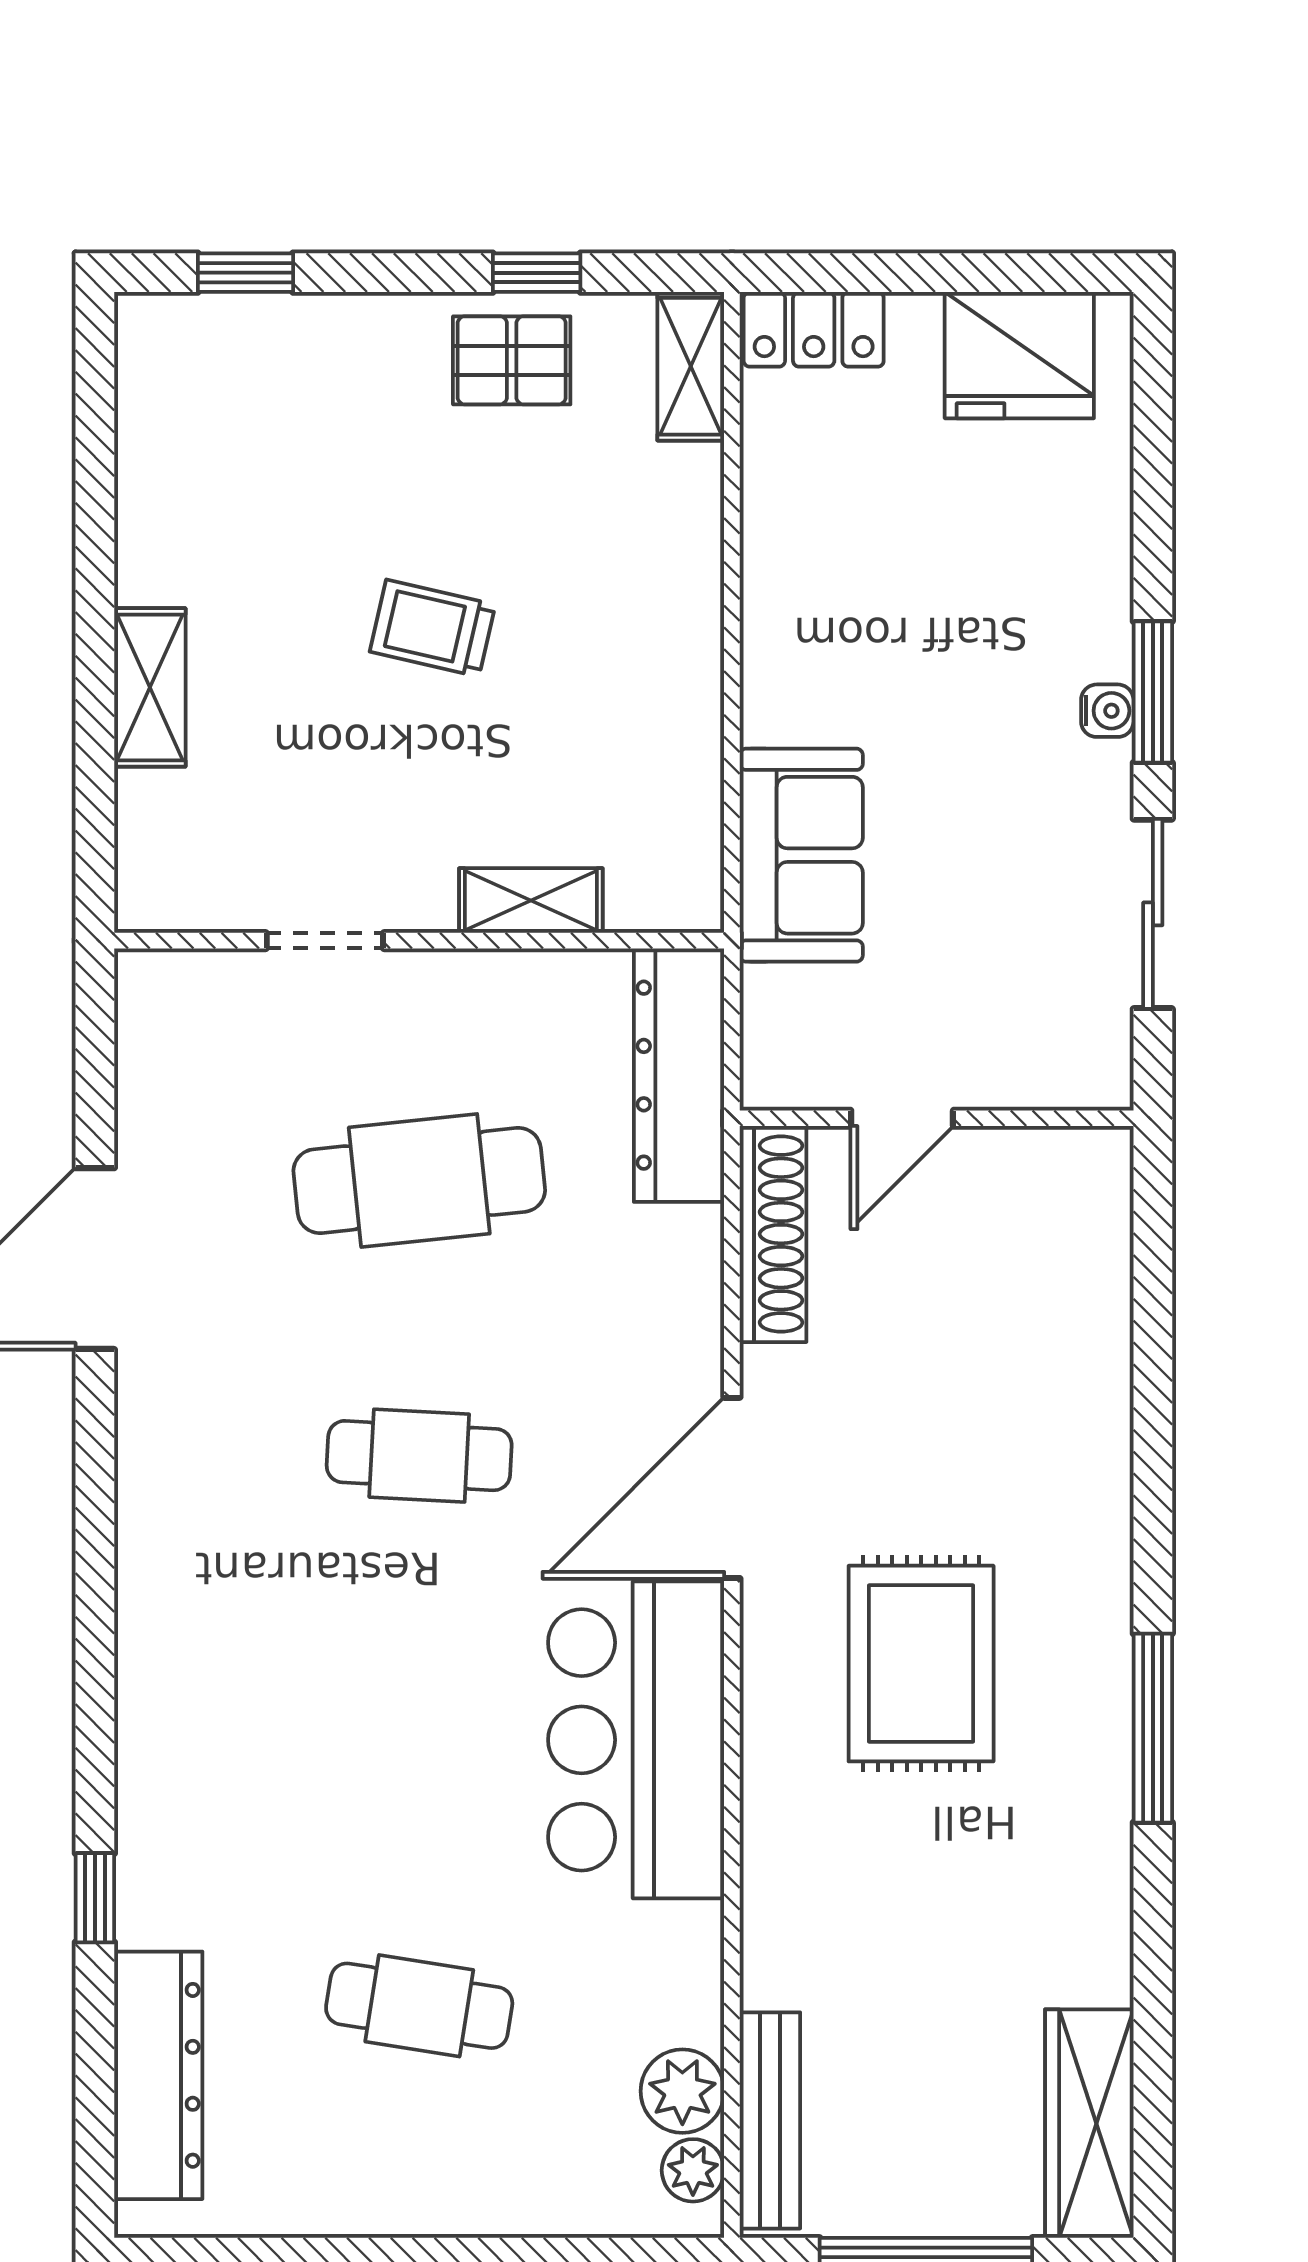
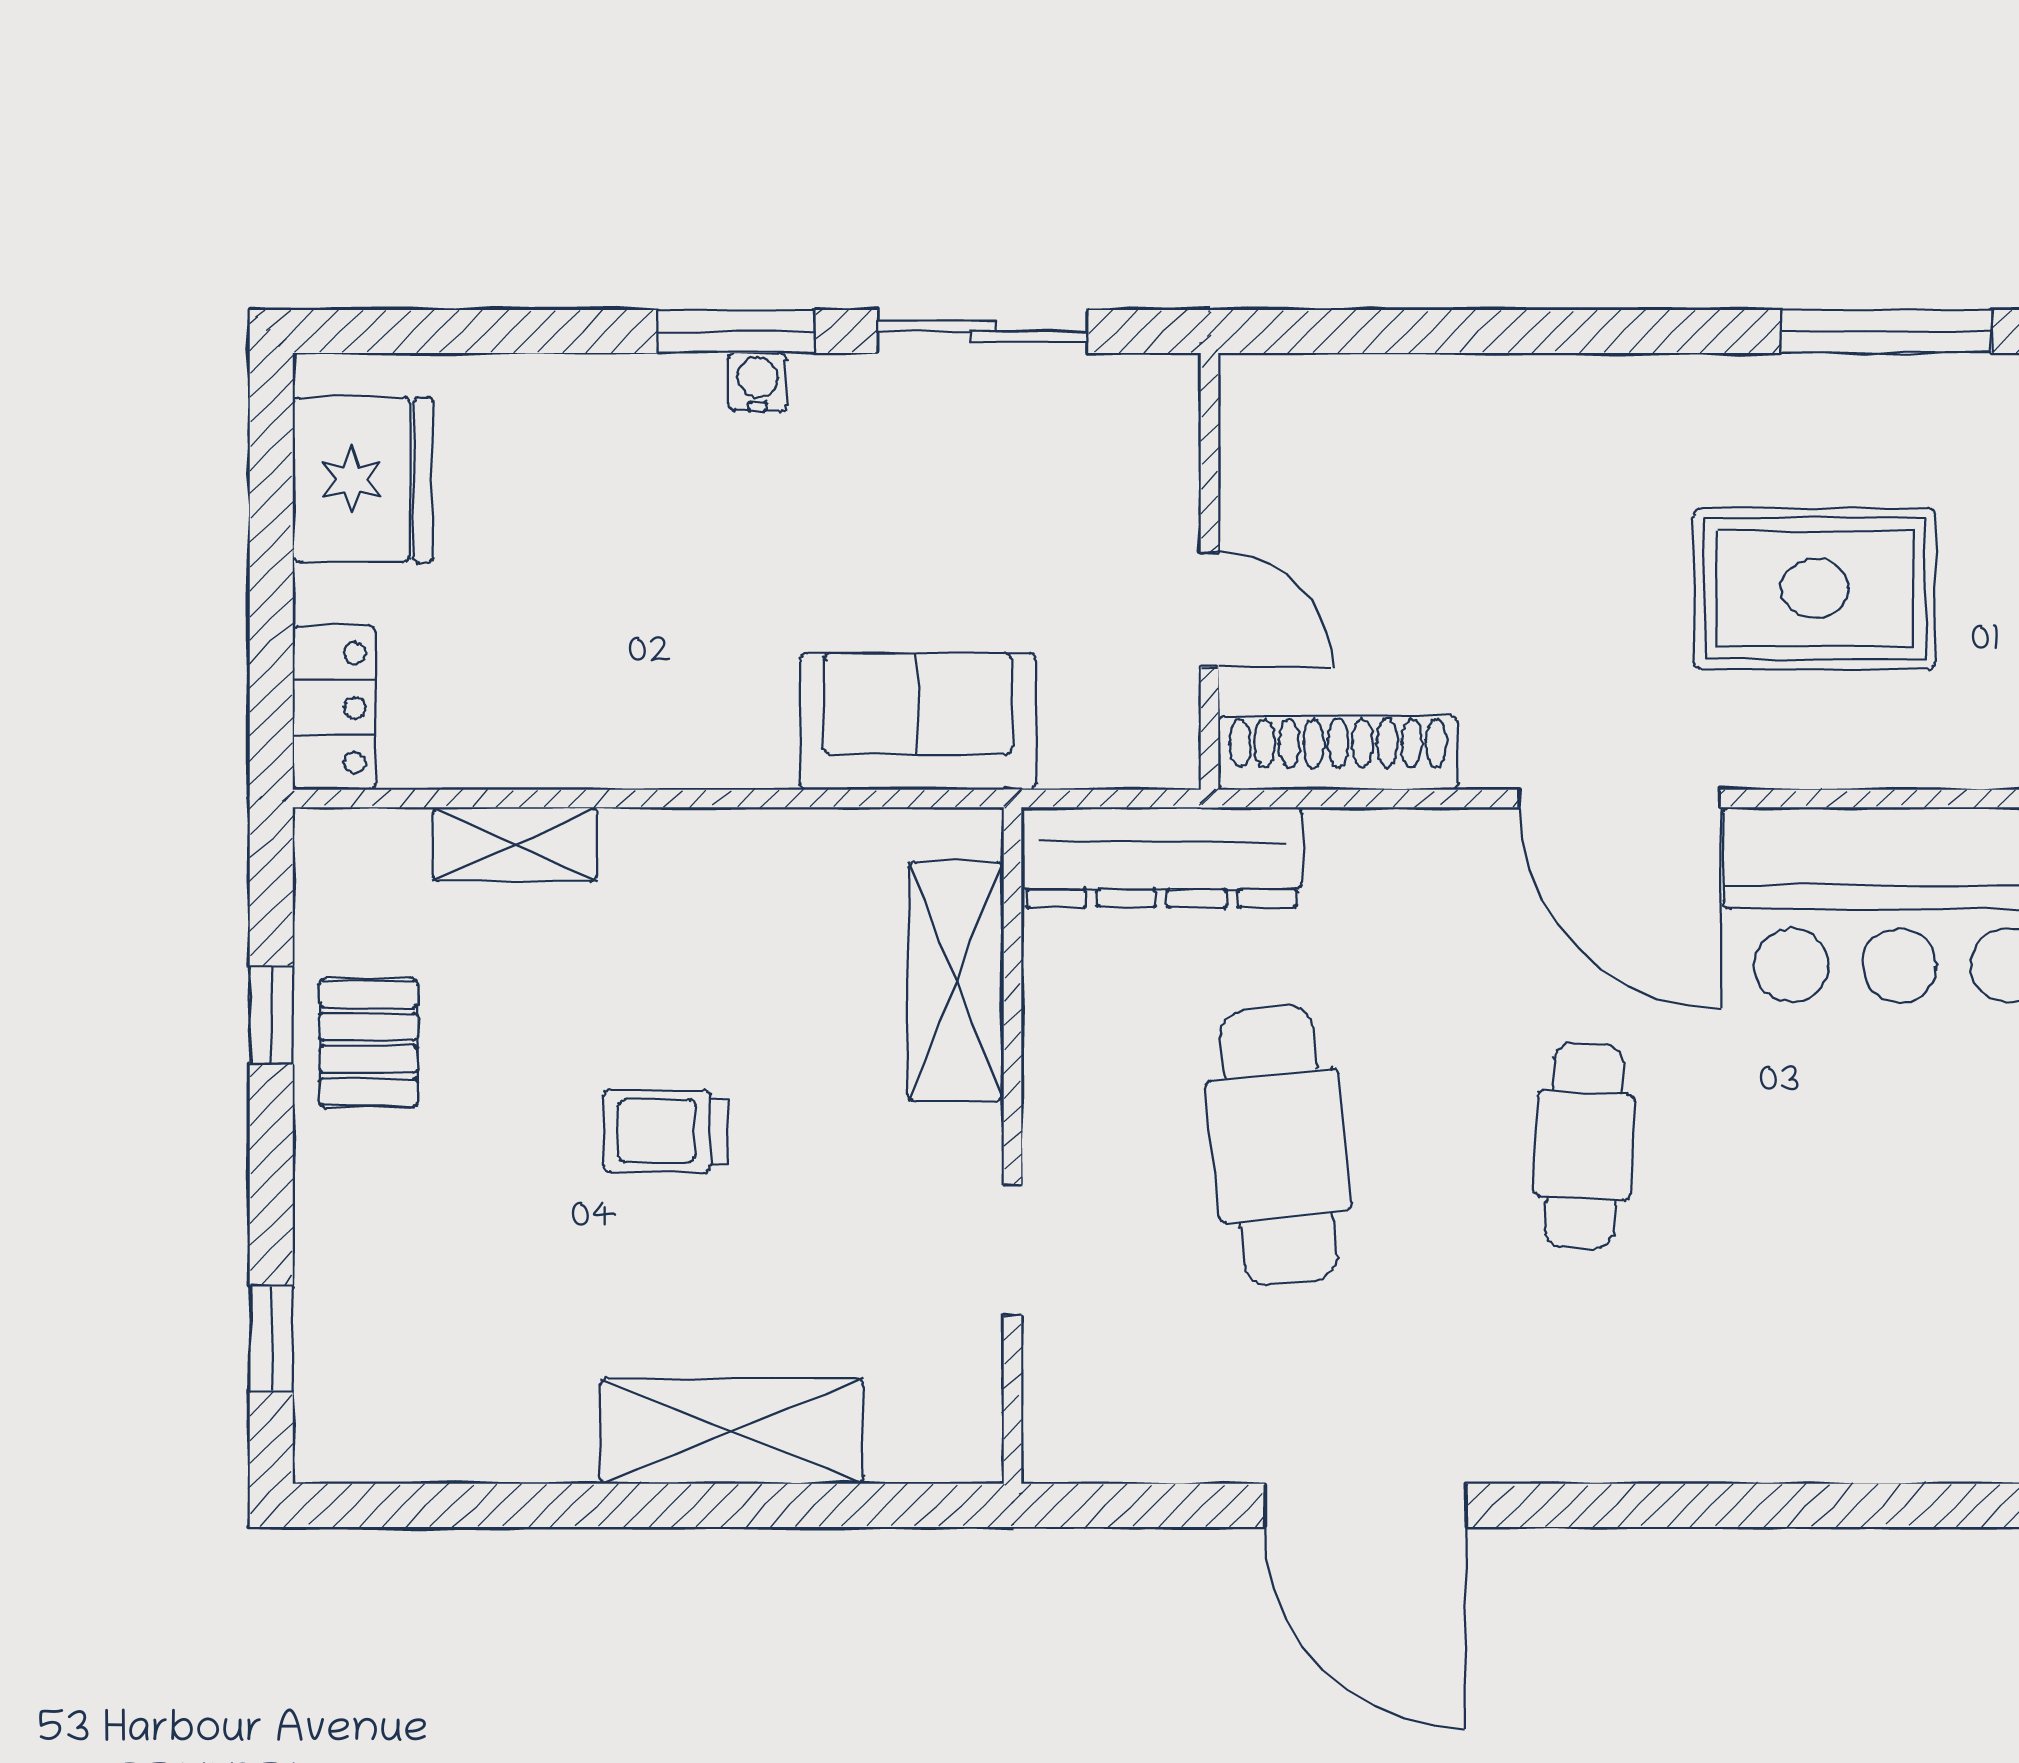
shelving: (691, 366) -> (515, 844), moved
trolley: (433, 628) -> (666, 1131), turned 77
shelving: (150, 687) -> (732, 1431), width x1.50, depth x1.33
shelving: (531, 901) -> (956, 982), width x1.50, depth x1.33

